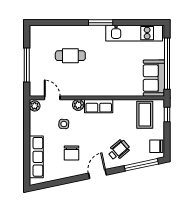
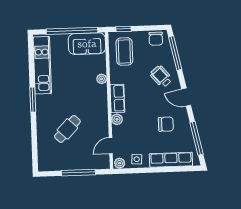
cafe table: (70, 56) -> (67, 129), turned 44
plant: (119, 91) -> (102, 79), added
coffee table: (145, 115) -> (124, 51), turned 90
side table: (64, 124) -> (137, 159), moved
window: (57, 183) -> (196, 138), added

